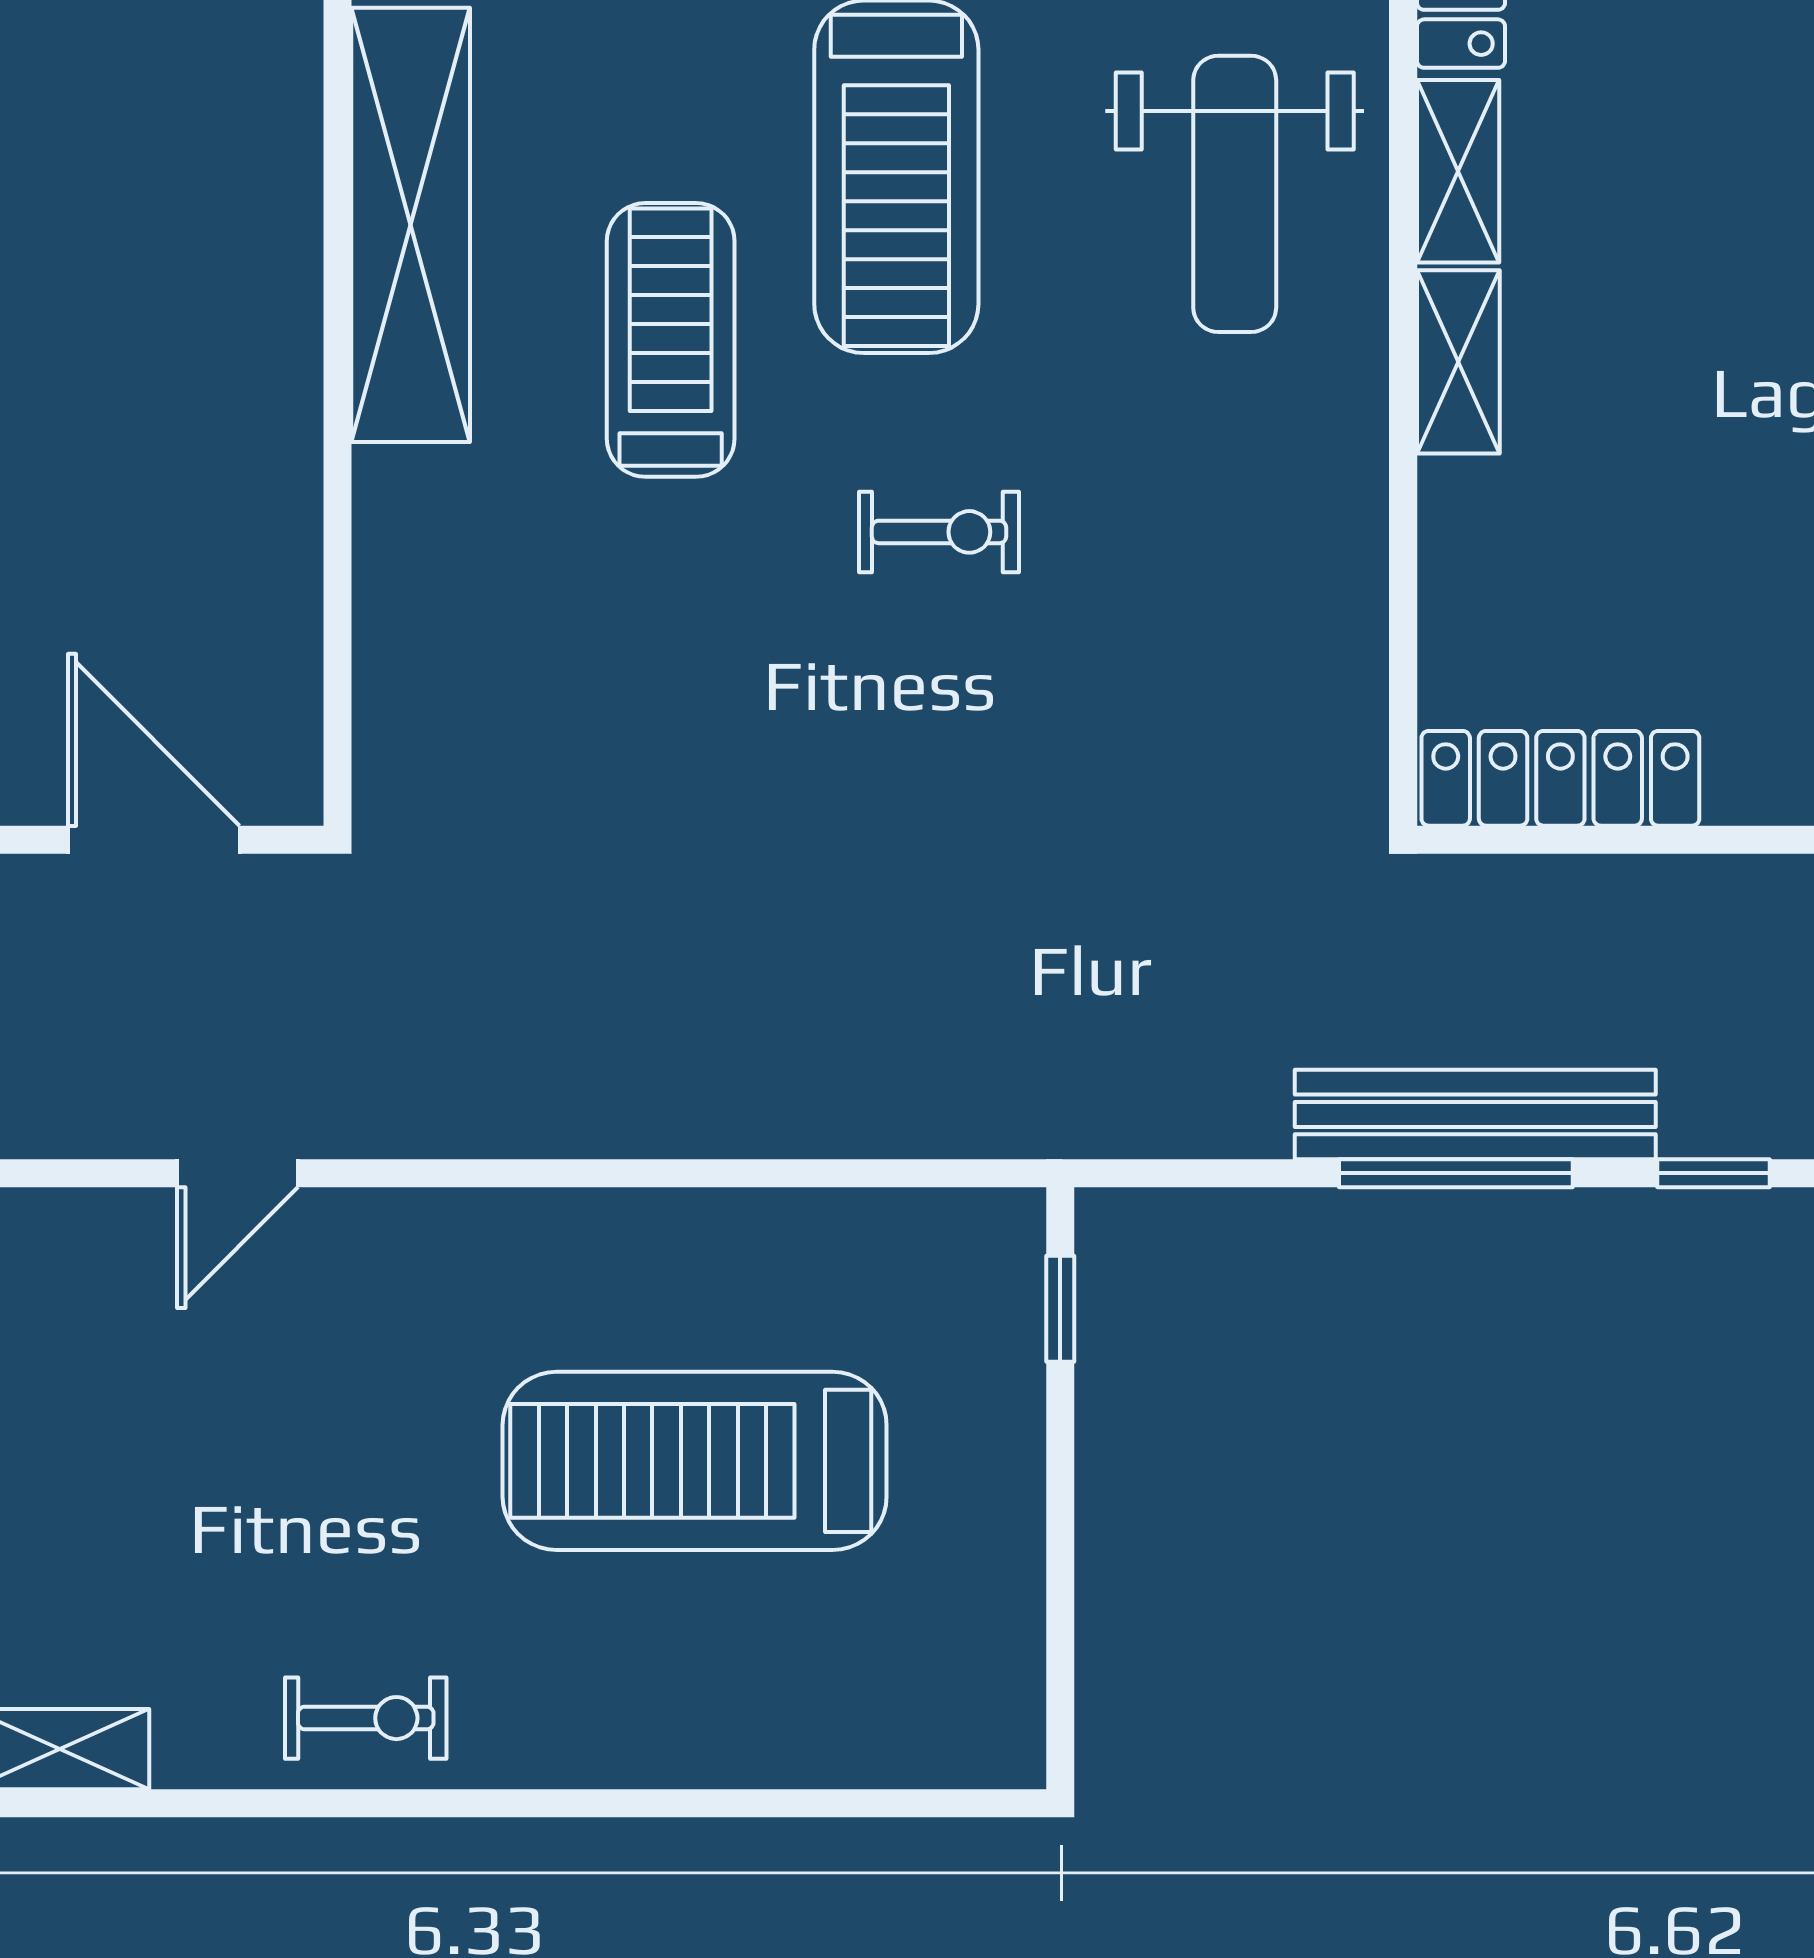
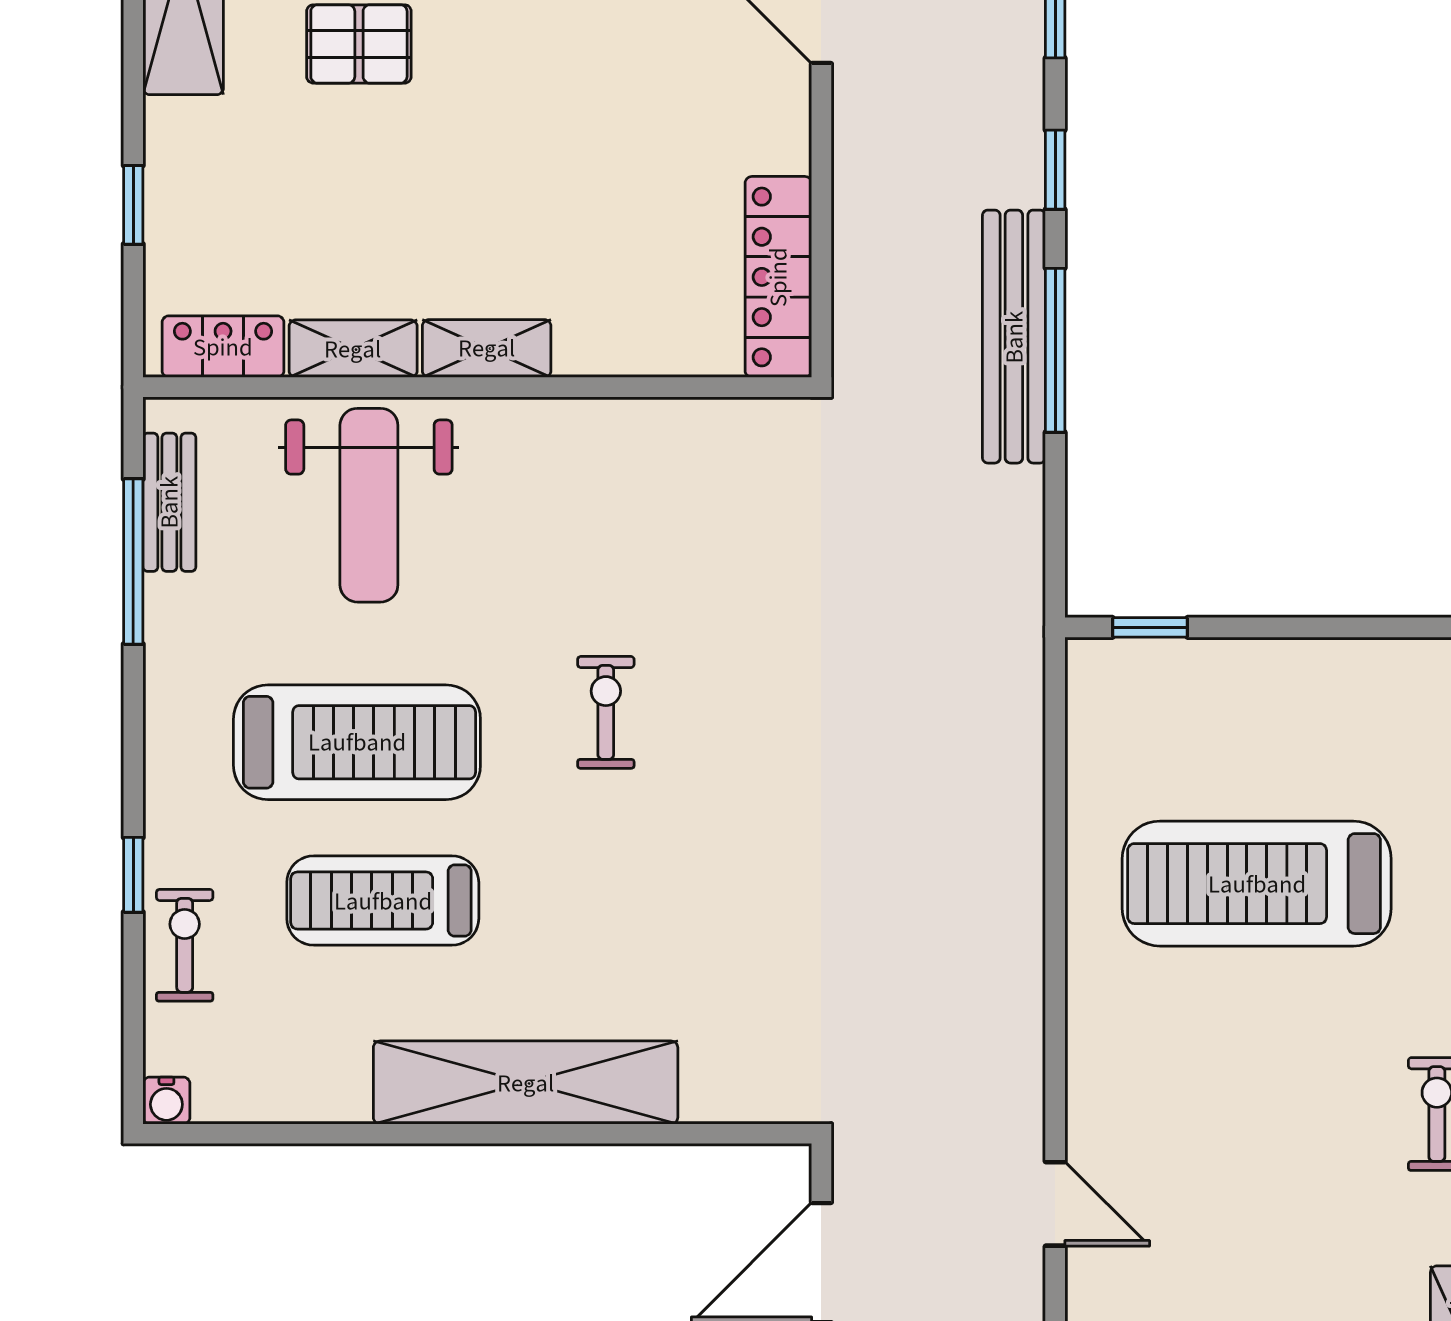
weight bench: (1235, 194) -> (369, 505), turned 90
shelving: (411, 225) -> (526, 1083), moved
treadmill: (671, 340) -> (383, 901), moved
treadmill: (695, 1461) -> (1257, 884), turned 90

